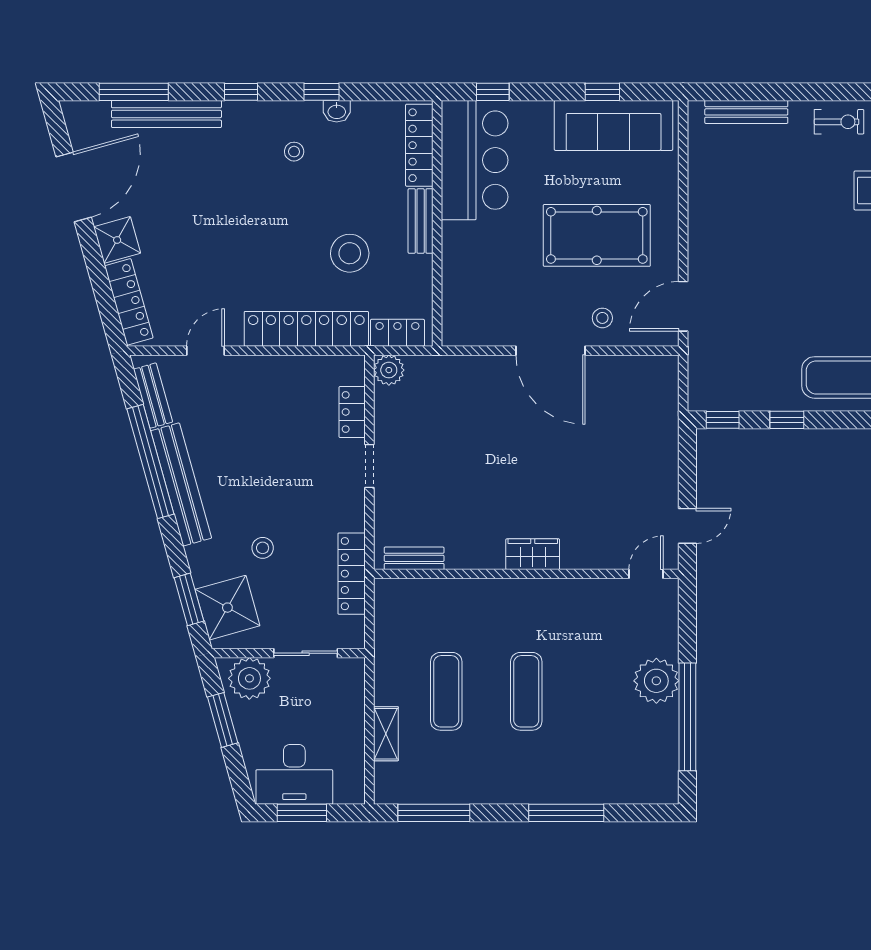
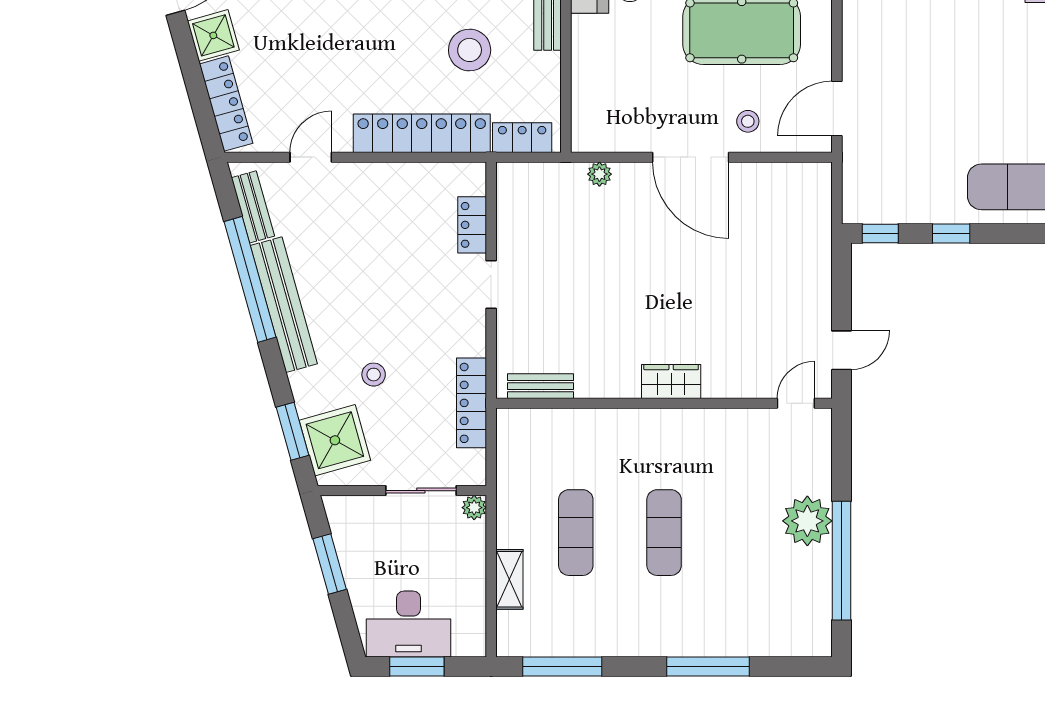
plant: (389, 370) -> (599, 174), moved, width x0.73, depth x0.73
plant: (249, 678) -> (474, 508), moved, width x0.53, depth x0.53

